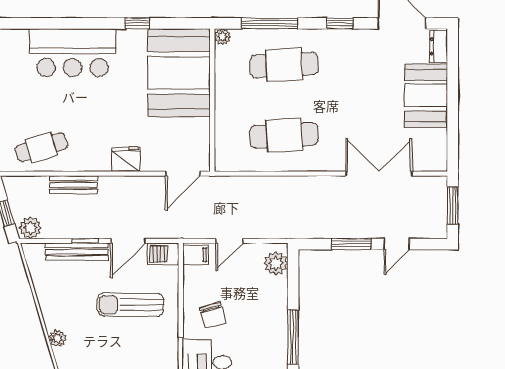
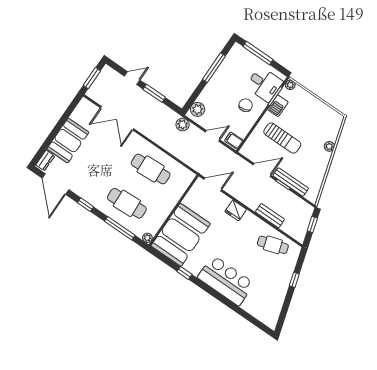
plant: (30, 228) -> (183, 125), moved
barbecue: (163, 254) -> (278, 106), moved, turned 90

